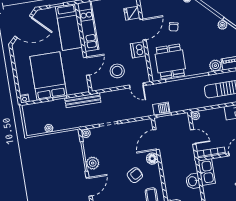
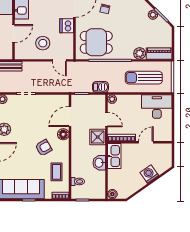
dining table: (170, 61) -> (96, 42), turned 90
barbecue: (161, 109) -> (100, 87), moved
shower: (187, 156) -> (98, 137), added

